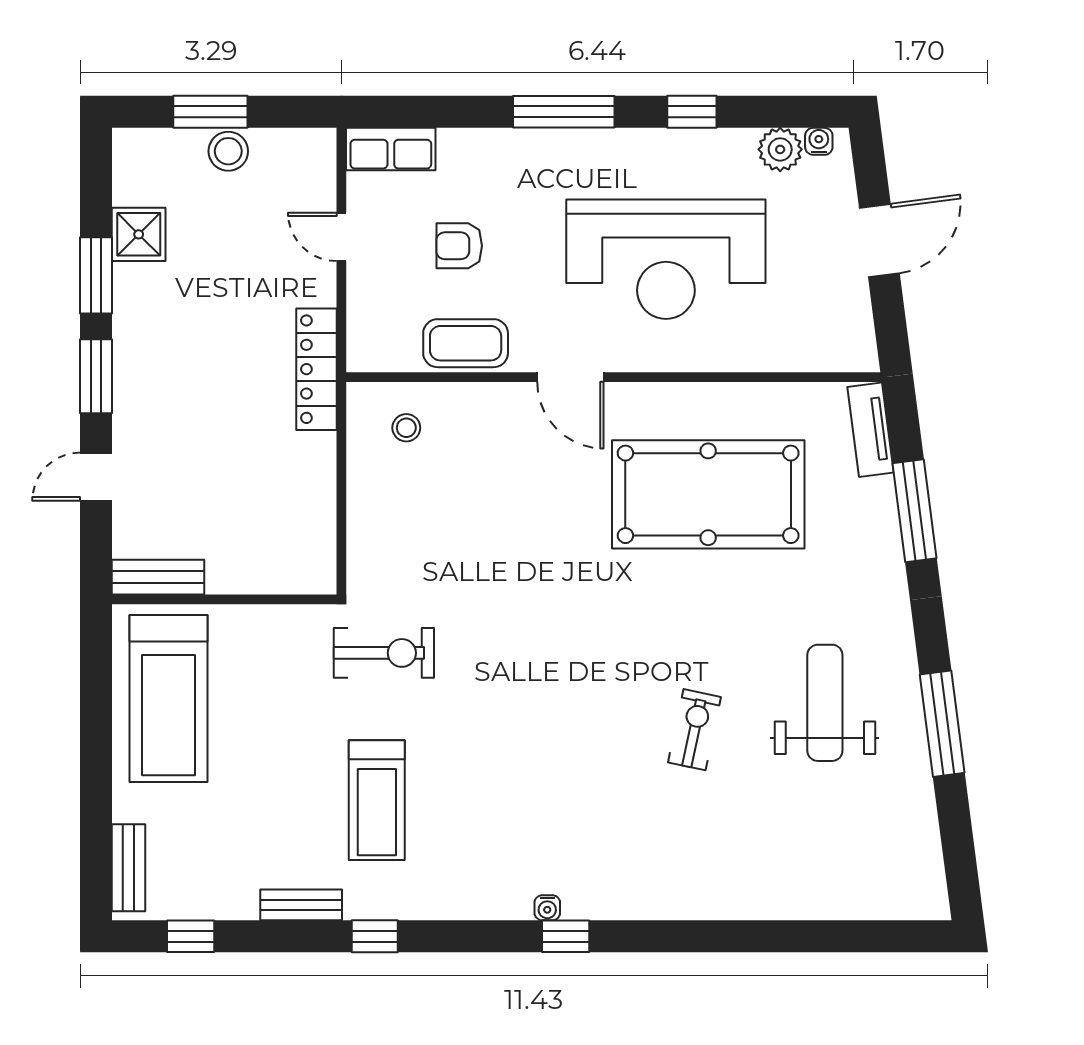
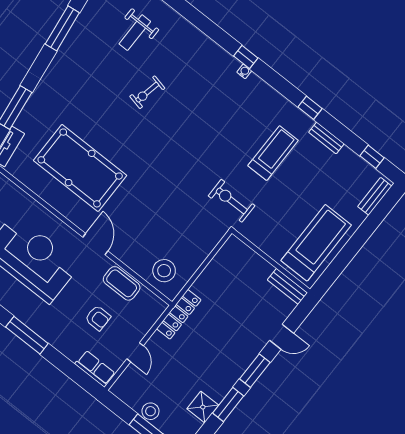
stool: (406, 428) -> (164, 271), width x1.89, depth x1.89
weight bench: (825, 703) -> (135, 33), moved, width x0.73, depth x0.75

